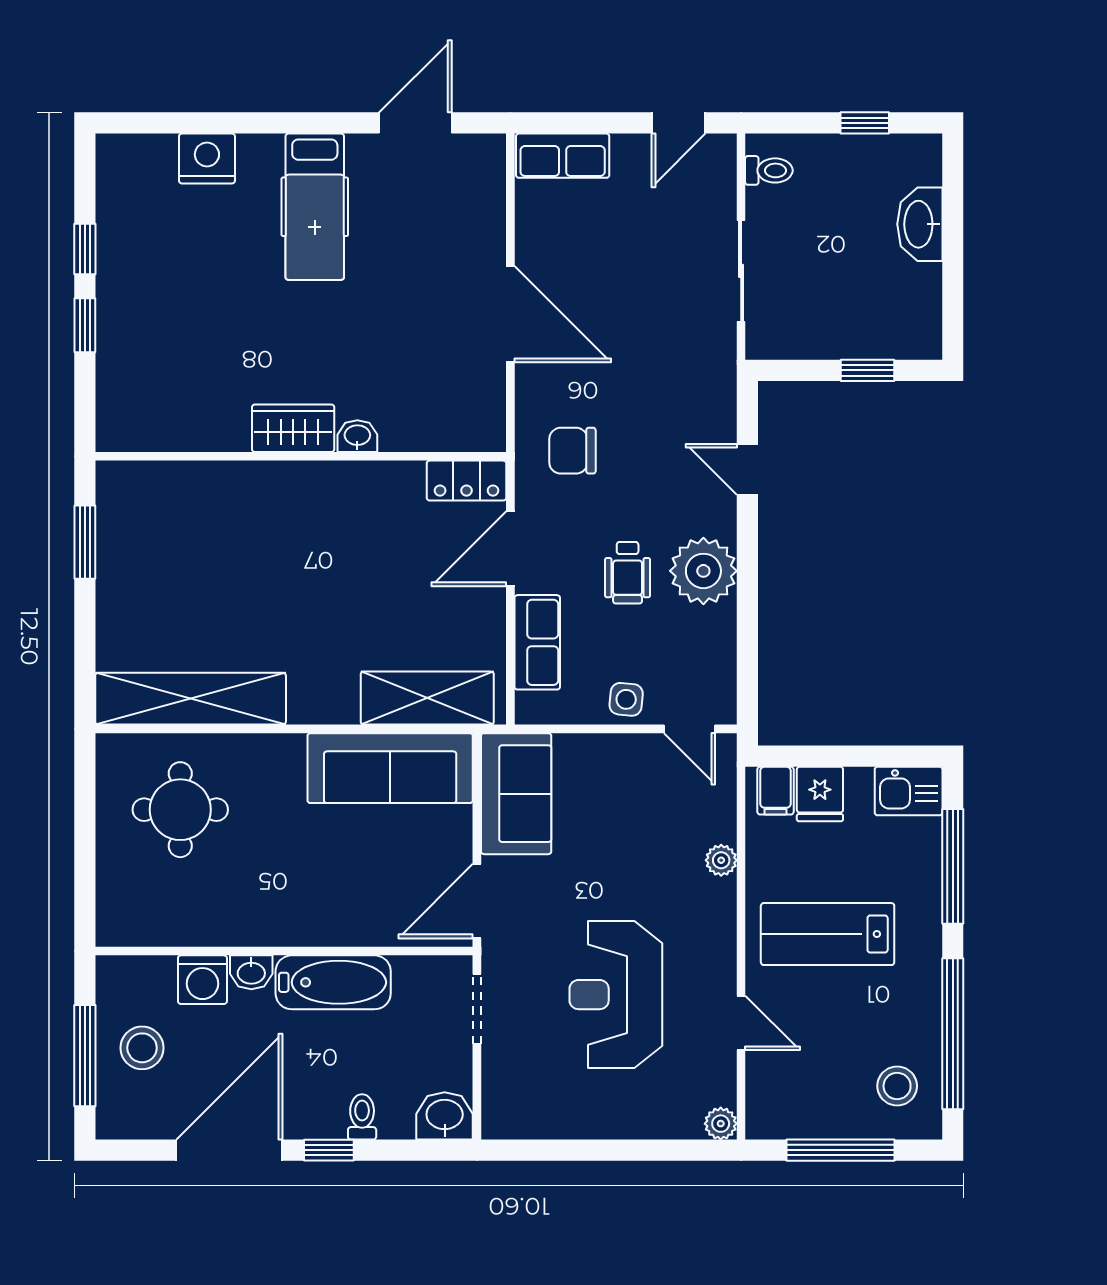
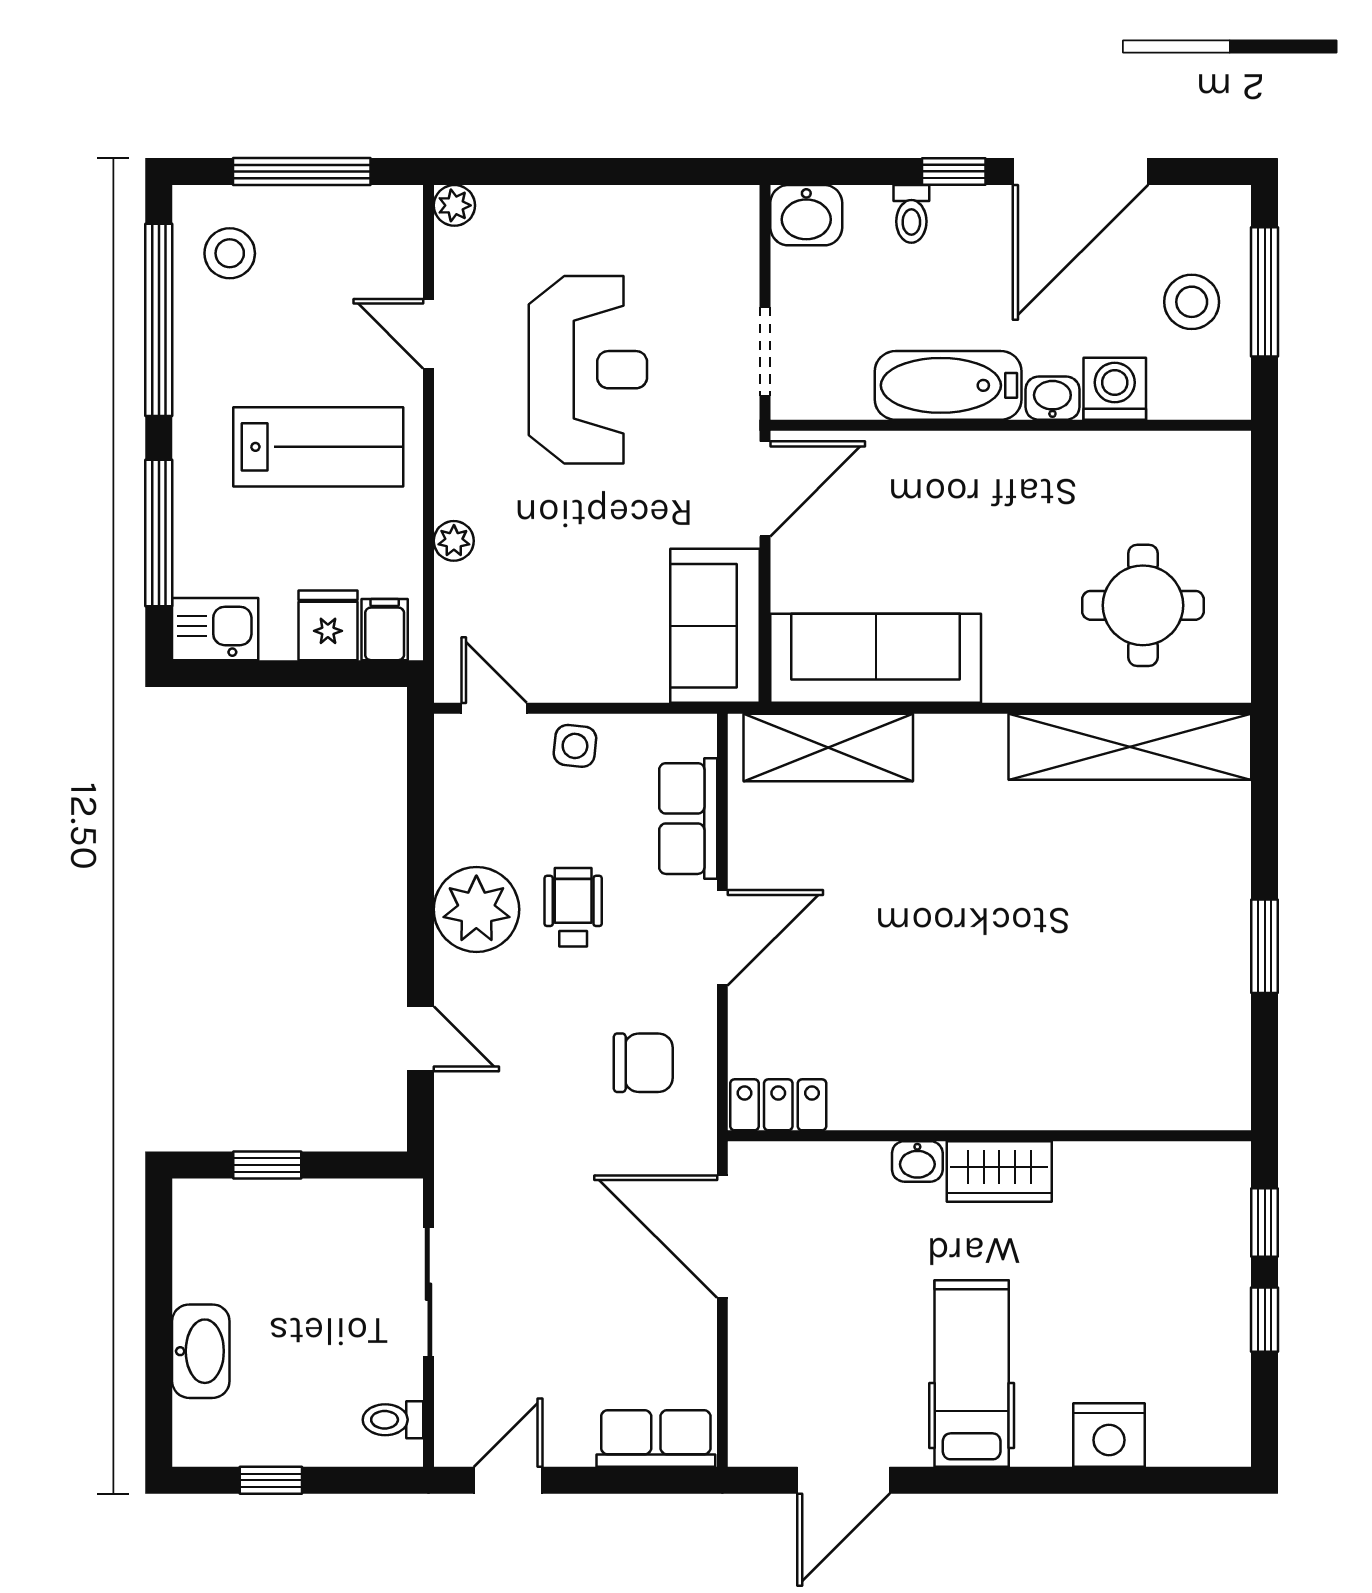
wardrobe: (293, 428) -> (999, 1171), moved
washbasin: (357, 436) -> (917, 1161), moved
wall: (301, 456) -> (989, 1136), moved
locker: (467, 481) -> (778, 1105), moved

